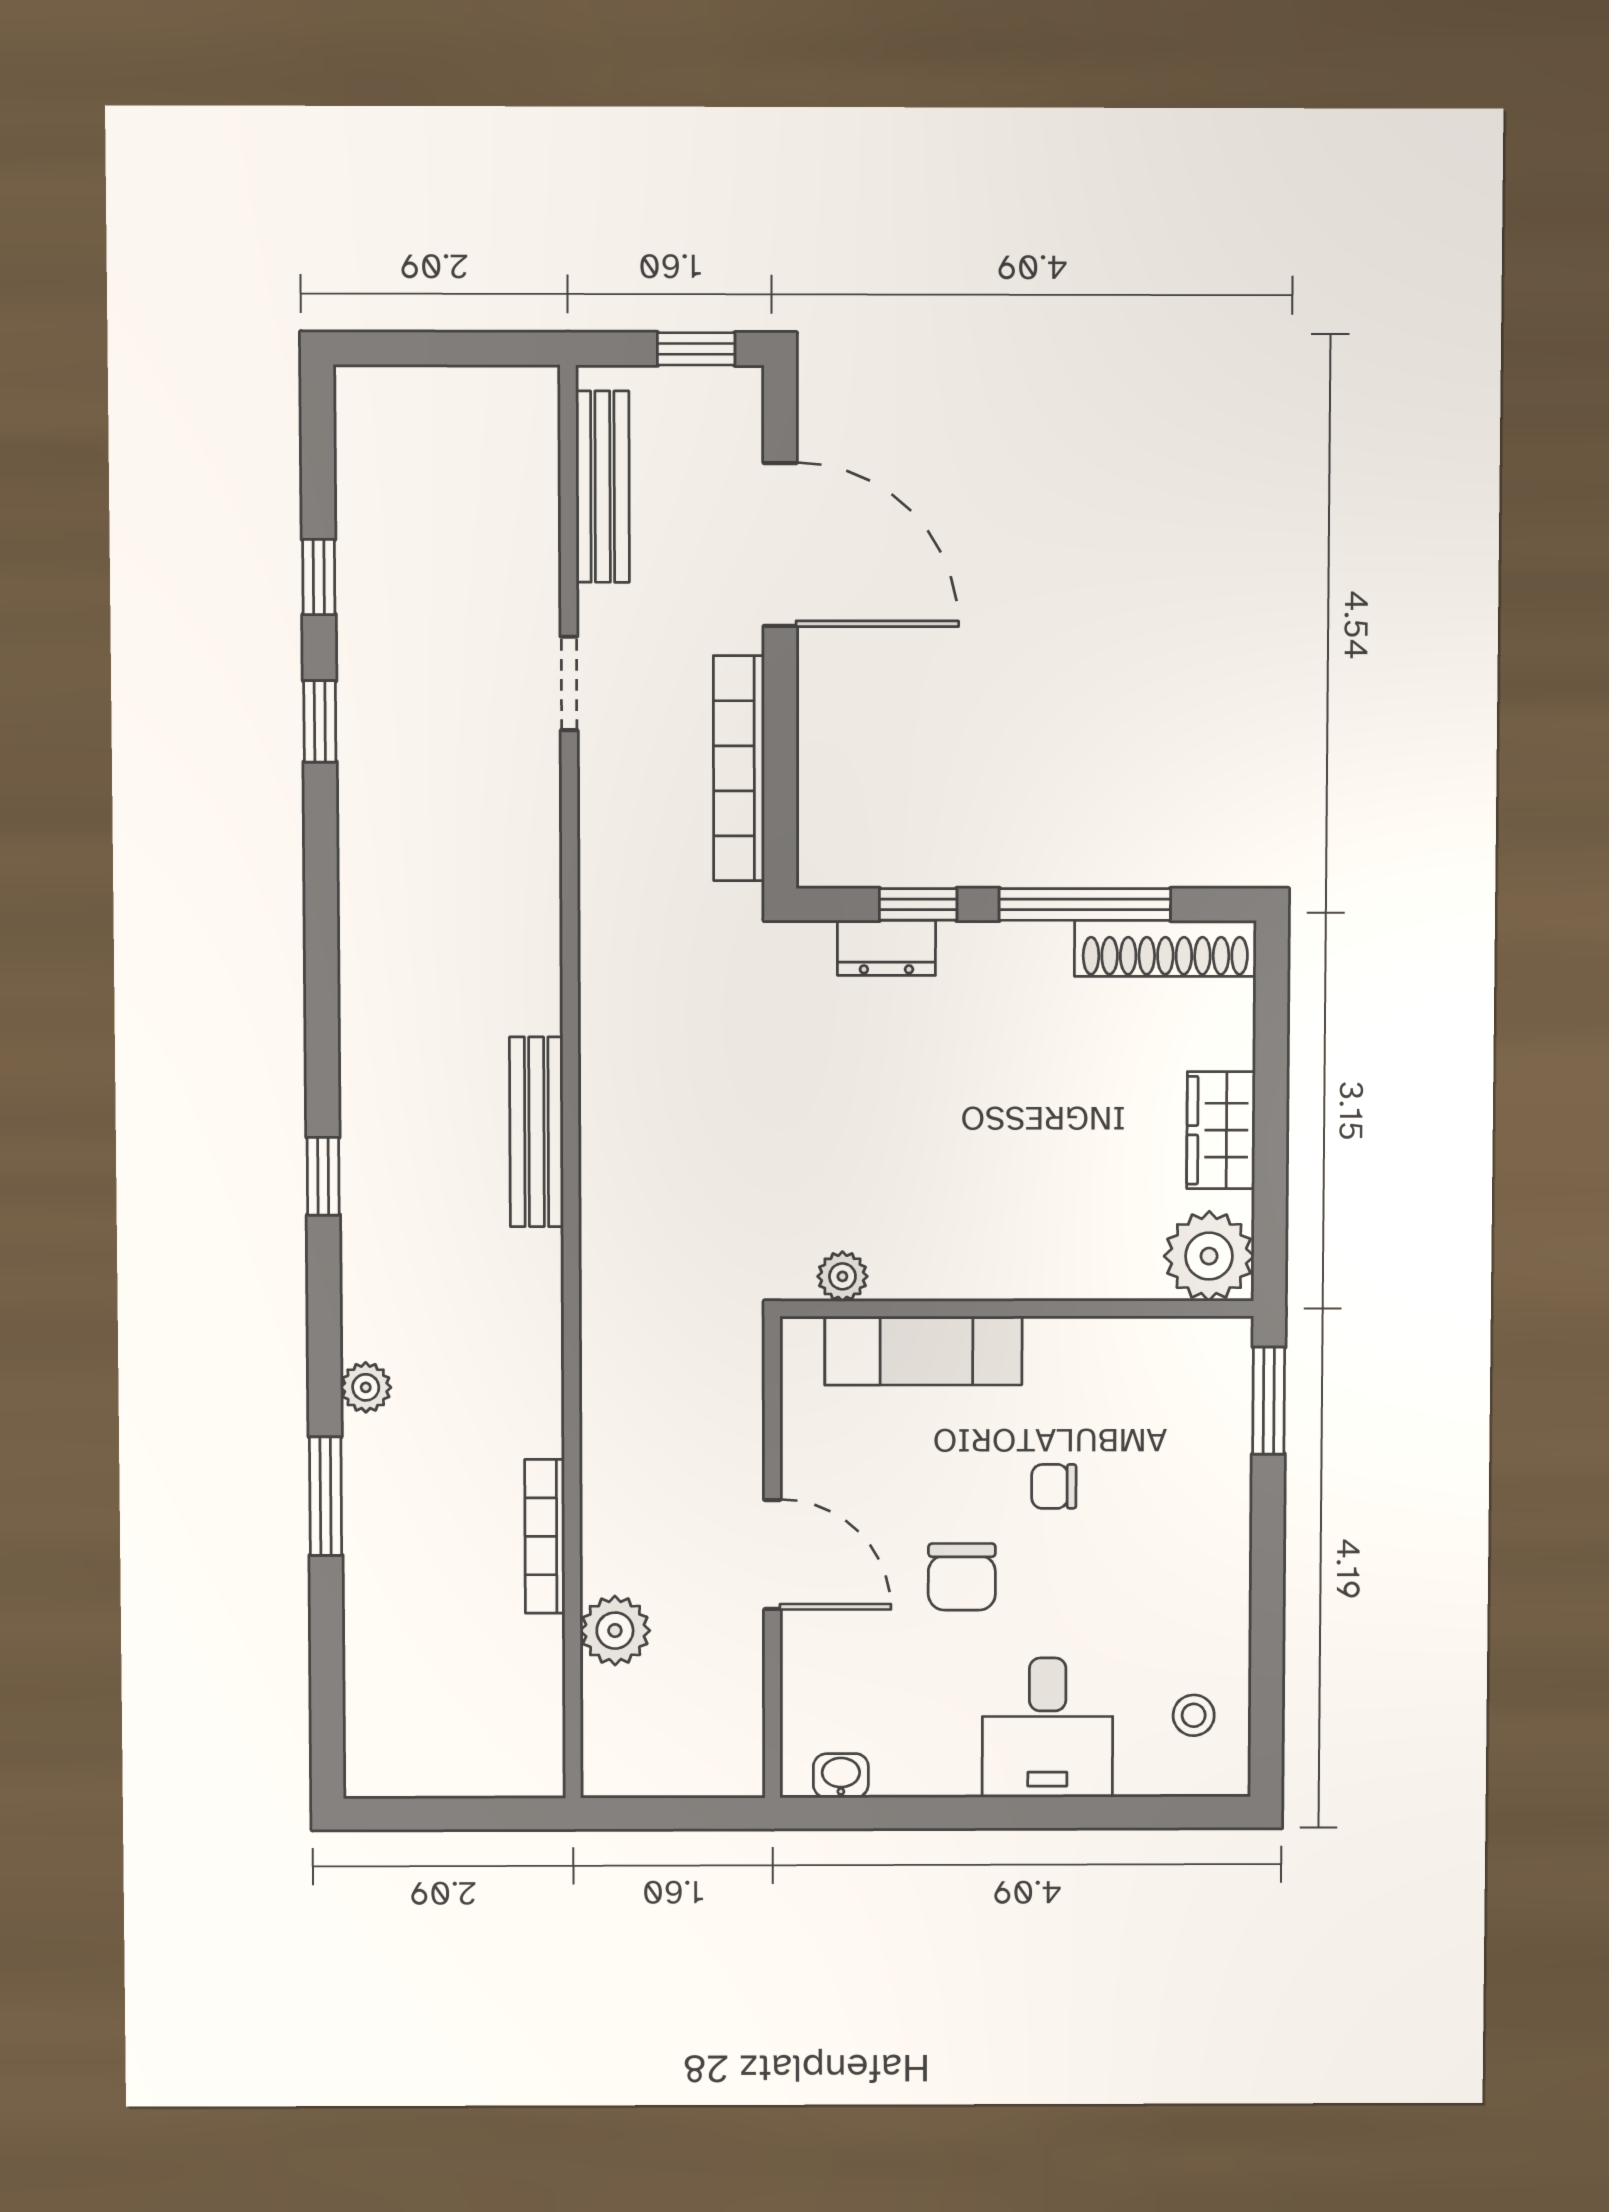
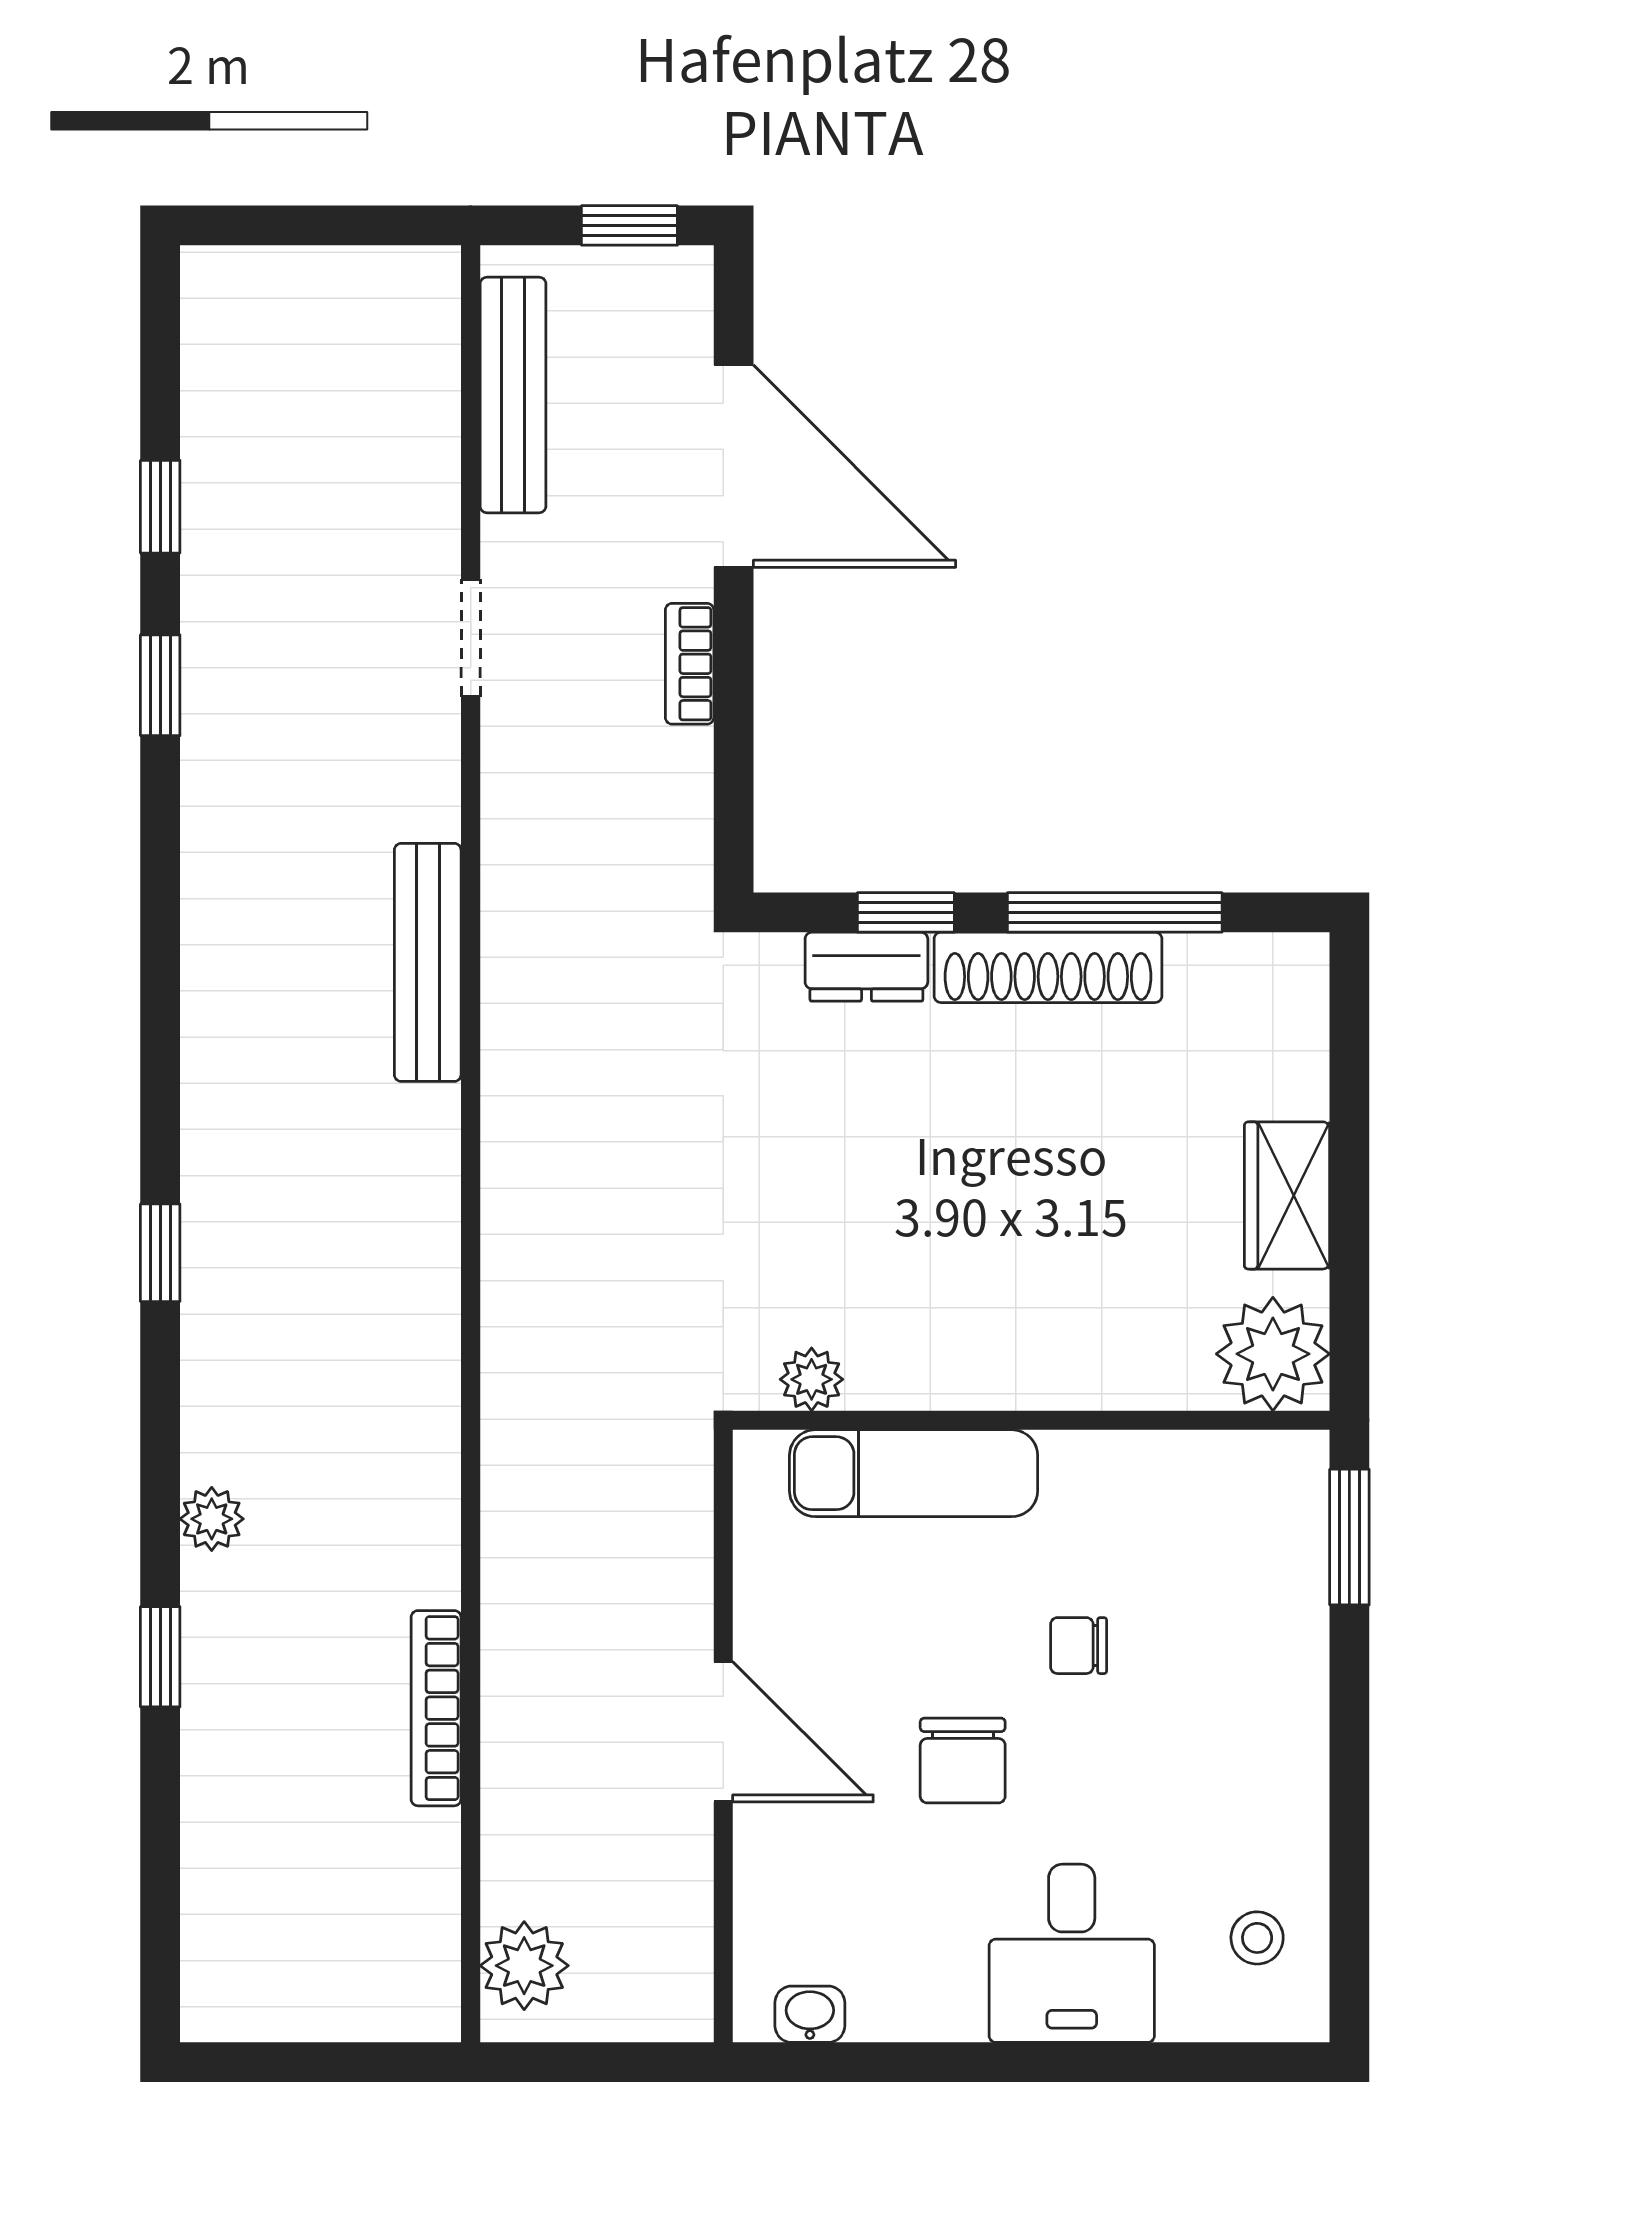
bookcase: (739, 768) -> (690, 664), width x0.43, depth x0.76
shoe rack: (1165, 948) -> (1048, 967), moved
bench: (536, 1132) -> (428, 962), moved
window: (326, 1496) -> (160, 1657), width x0.67
plant: (615, 1631) -> (524, 1966), moved

